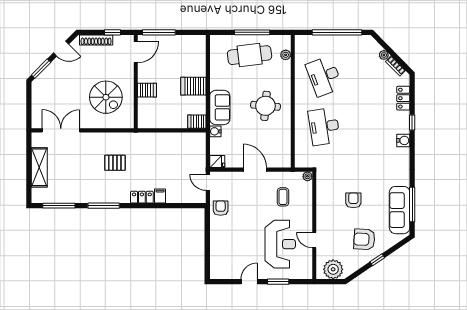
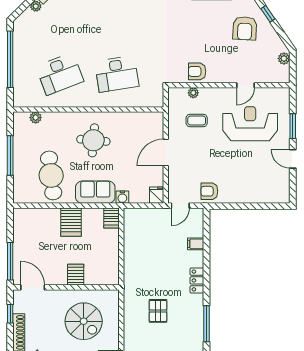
cafe table: (250, 55) -> (51, 175), moved
spiral stairs: (106, 97) -> (84, 321), turned 90
plant: (307, 176) -> (193, 93), moved
filing cabinet: (160, 196) -> (196, 244), moved
armchair: (353, 200) -> (197, 71), moved
plant: (333, 269) -> (284, 58), width x0.53, depth x0.53

